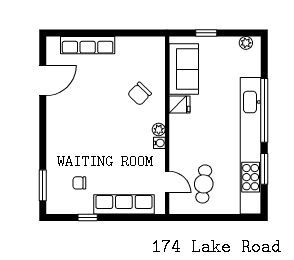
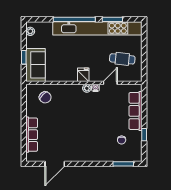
sofa: (184, 69) -> (36, 65), moved, turned 90
door: (43, 80) -> (55, 164), swing flipped
chair: (140, 94) -> (45, 97), moved
fridge: (179, 104) -> (83, 75), moved
door: (167, 182) -> (110, 83), moved

